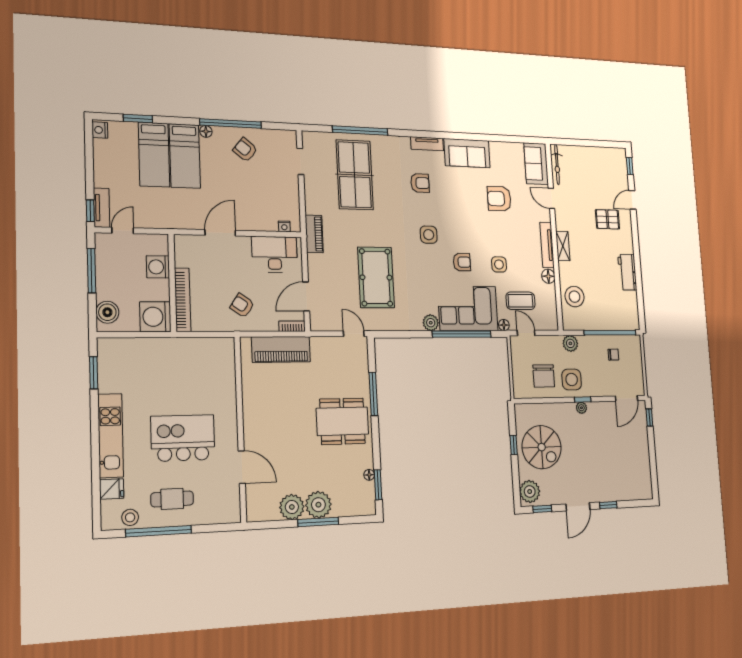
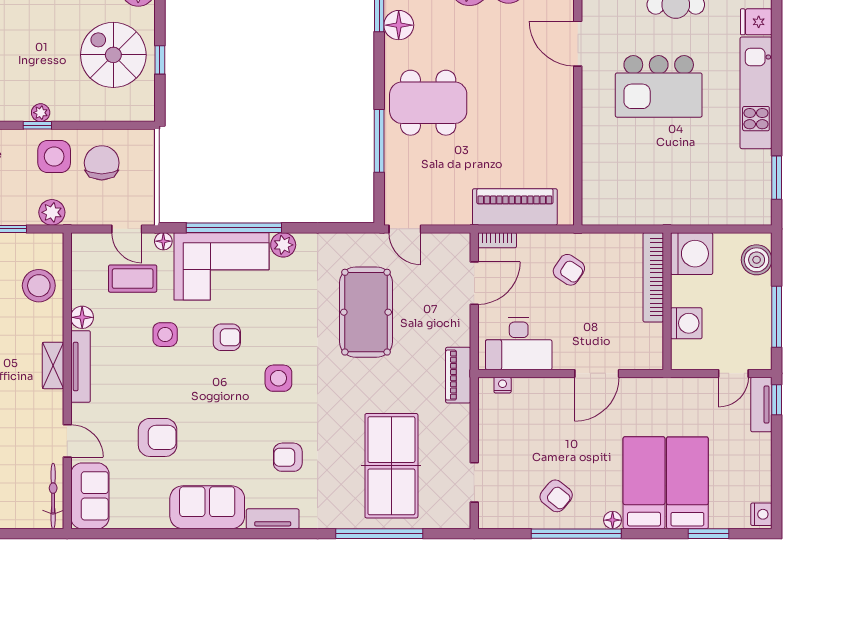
armchair: (462, 262) -> (227, 337), turned 180
floor lamp: (369, 475) -> (399, 25), width x1.89, depth x1.89

